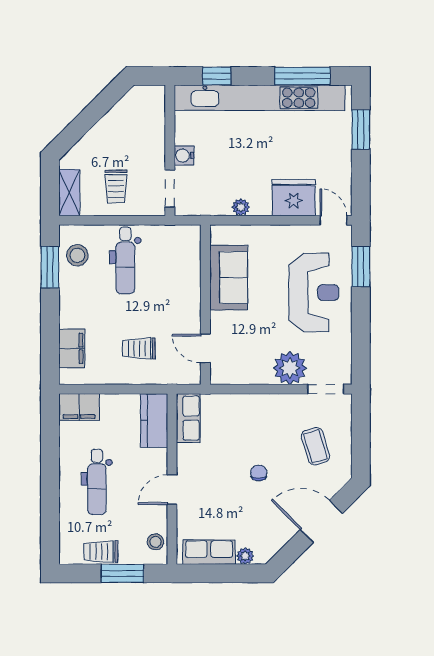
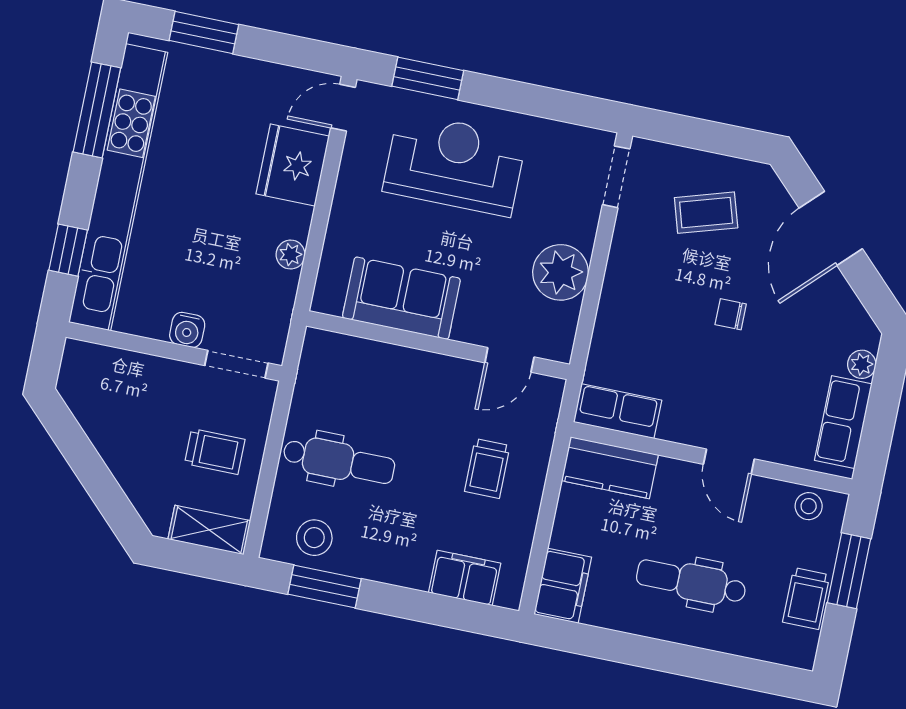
plant: (290, 368) -> (561, 272), moved
dental chair: (97, 482) -> (691, 582), turned 180

